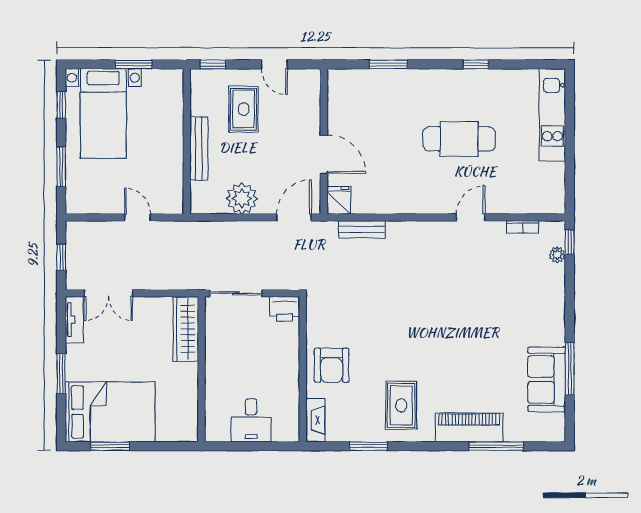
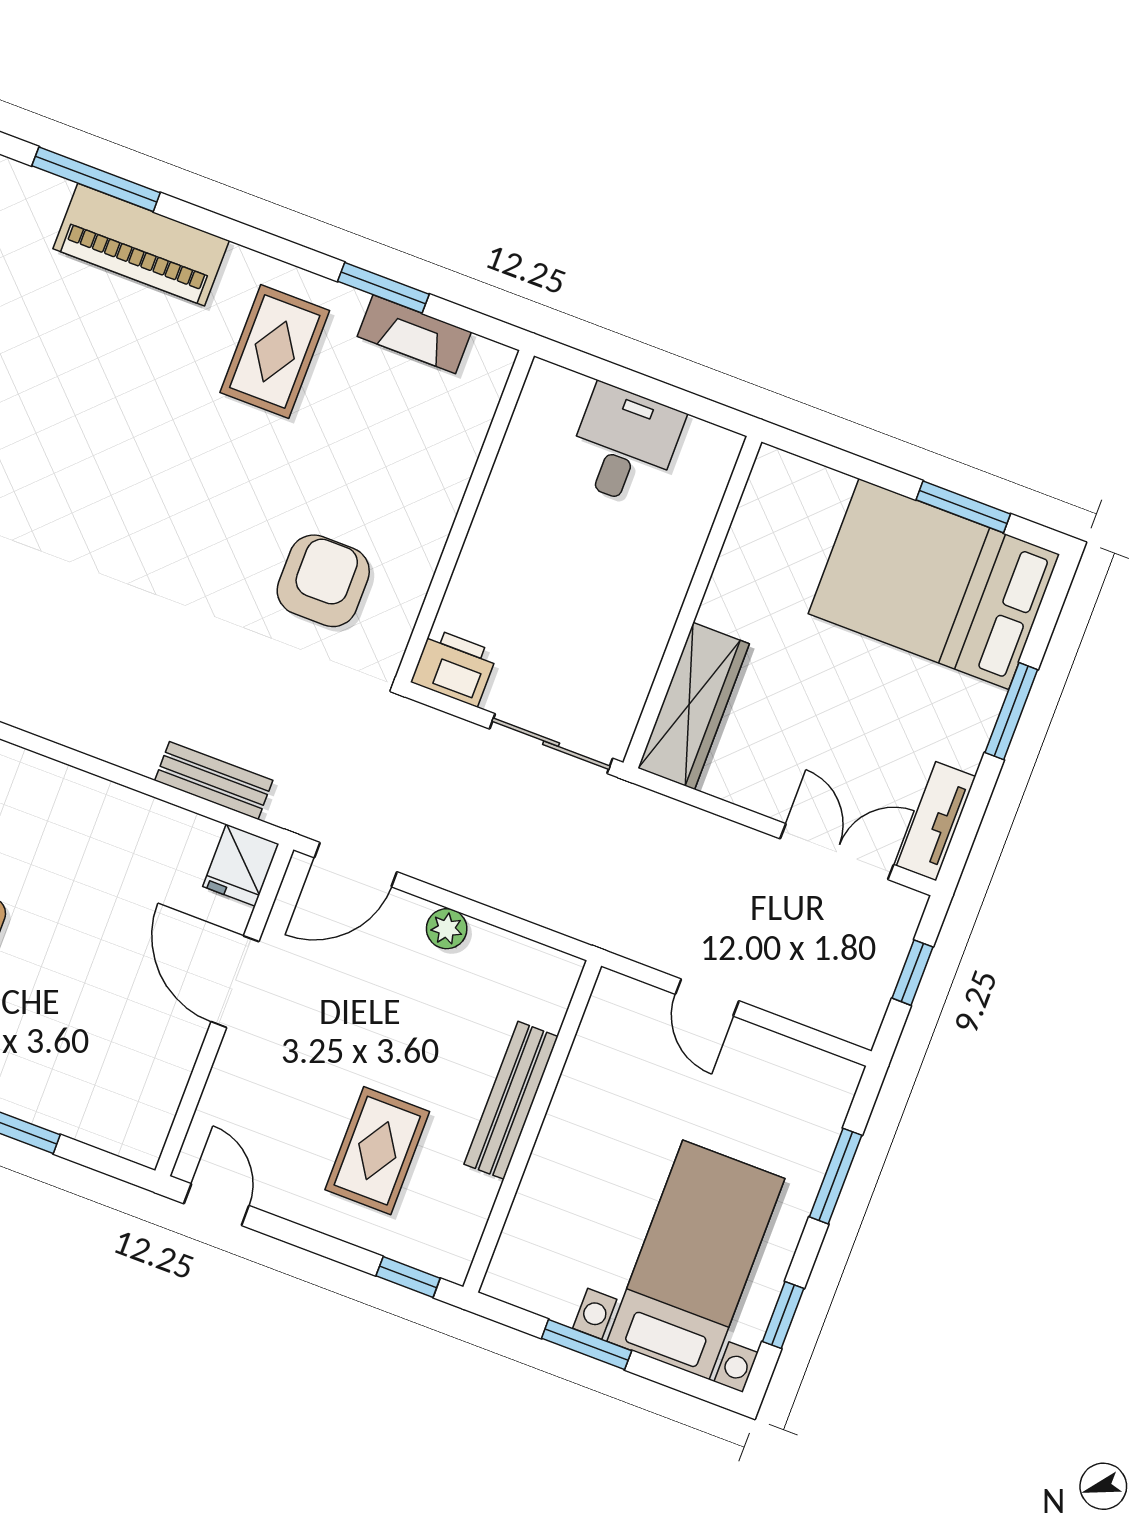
door: (274, 64) -> (216, 1205), moved
plant: (242, 199) -> (447, 929), width x0.53, depth x0.53
armchair: (332, 365) -> (323, 581), moved
fireplace: (315, 420) -> (414, 334), moved, turned -90

